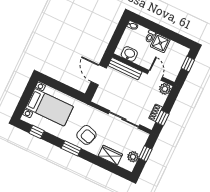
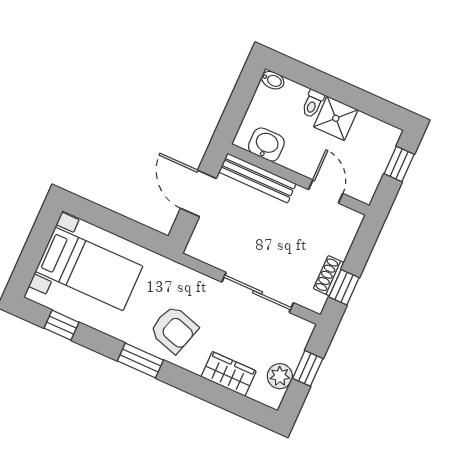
plant: (165, 89) -> (348, 221), removed

